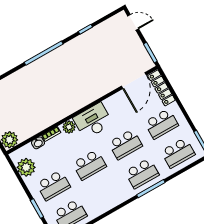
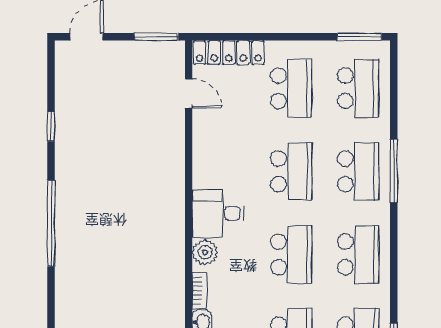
door: (134, 81) -> (189, 93), width x0.53
desk: (93, 121) -> (218, 213), width x0.73
school desk: (106, 194) -> (358, 254), added

